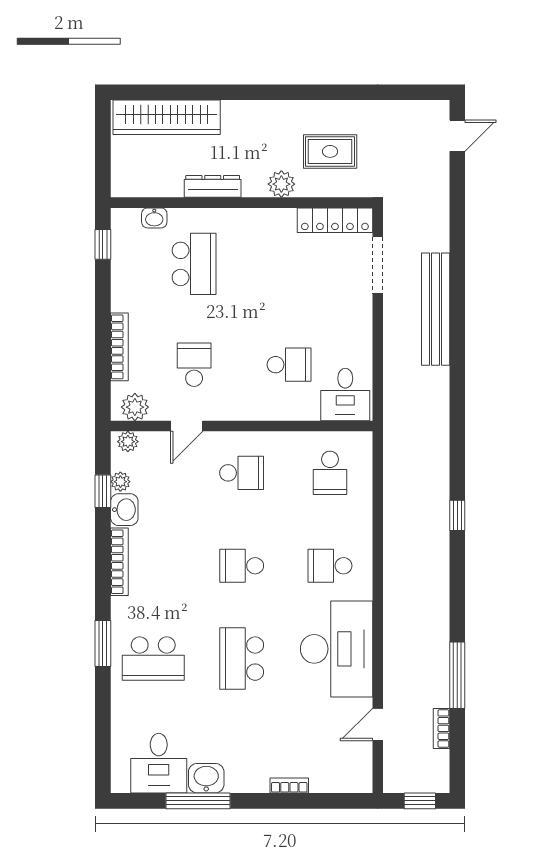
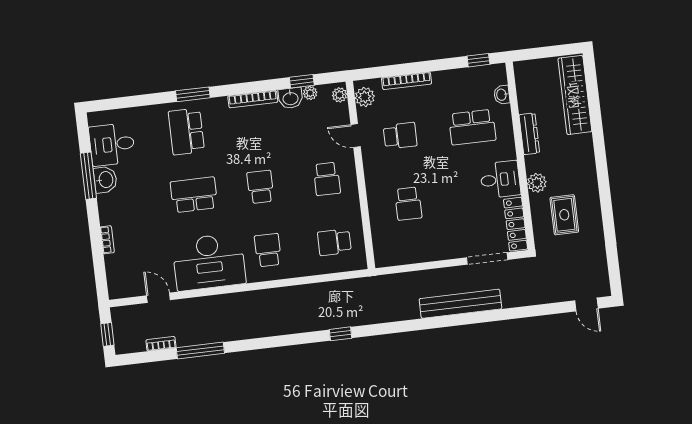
desk: (345, 395) -> (500, 180), moved, turned 180
window: (457, 515) -> (340, 334), moved

